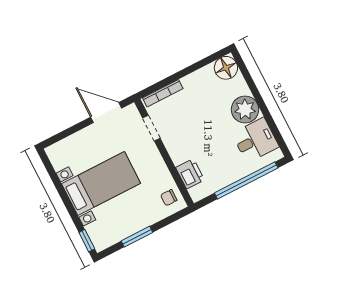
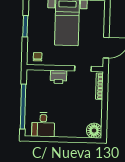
plant: (245, 110) -> (64, 128), removed
printer: (190, 174) -> (59, 77), moved

